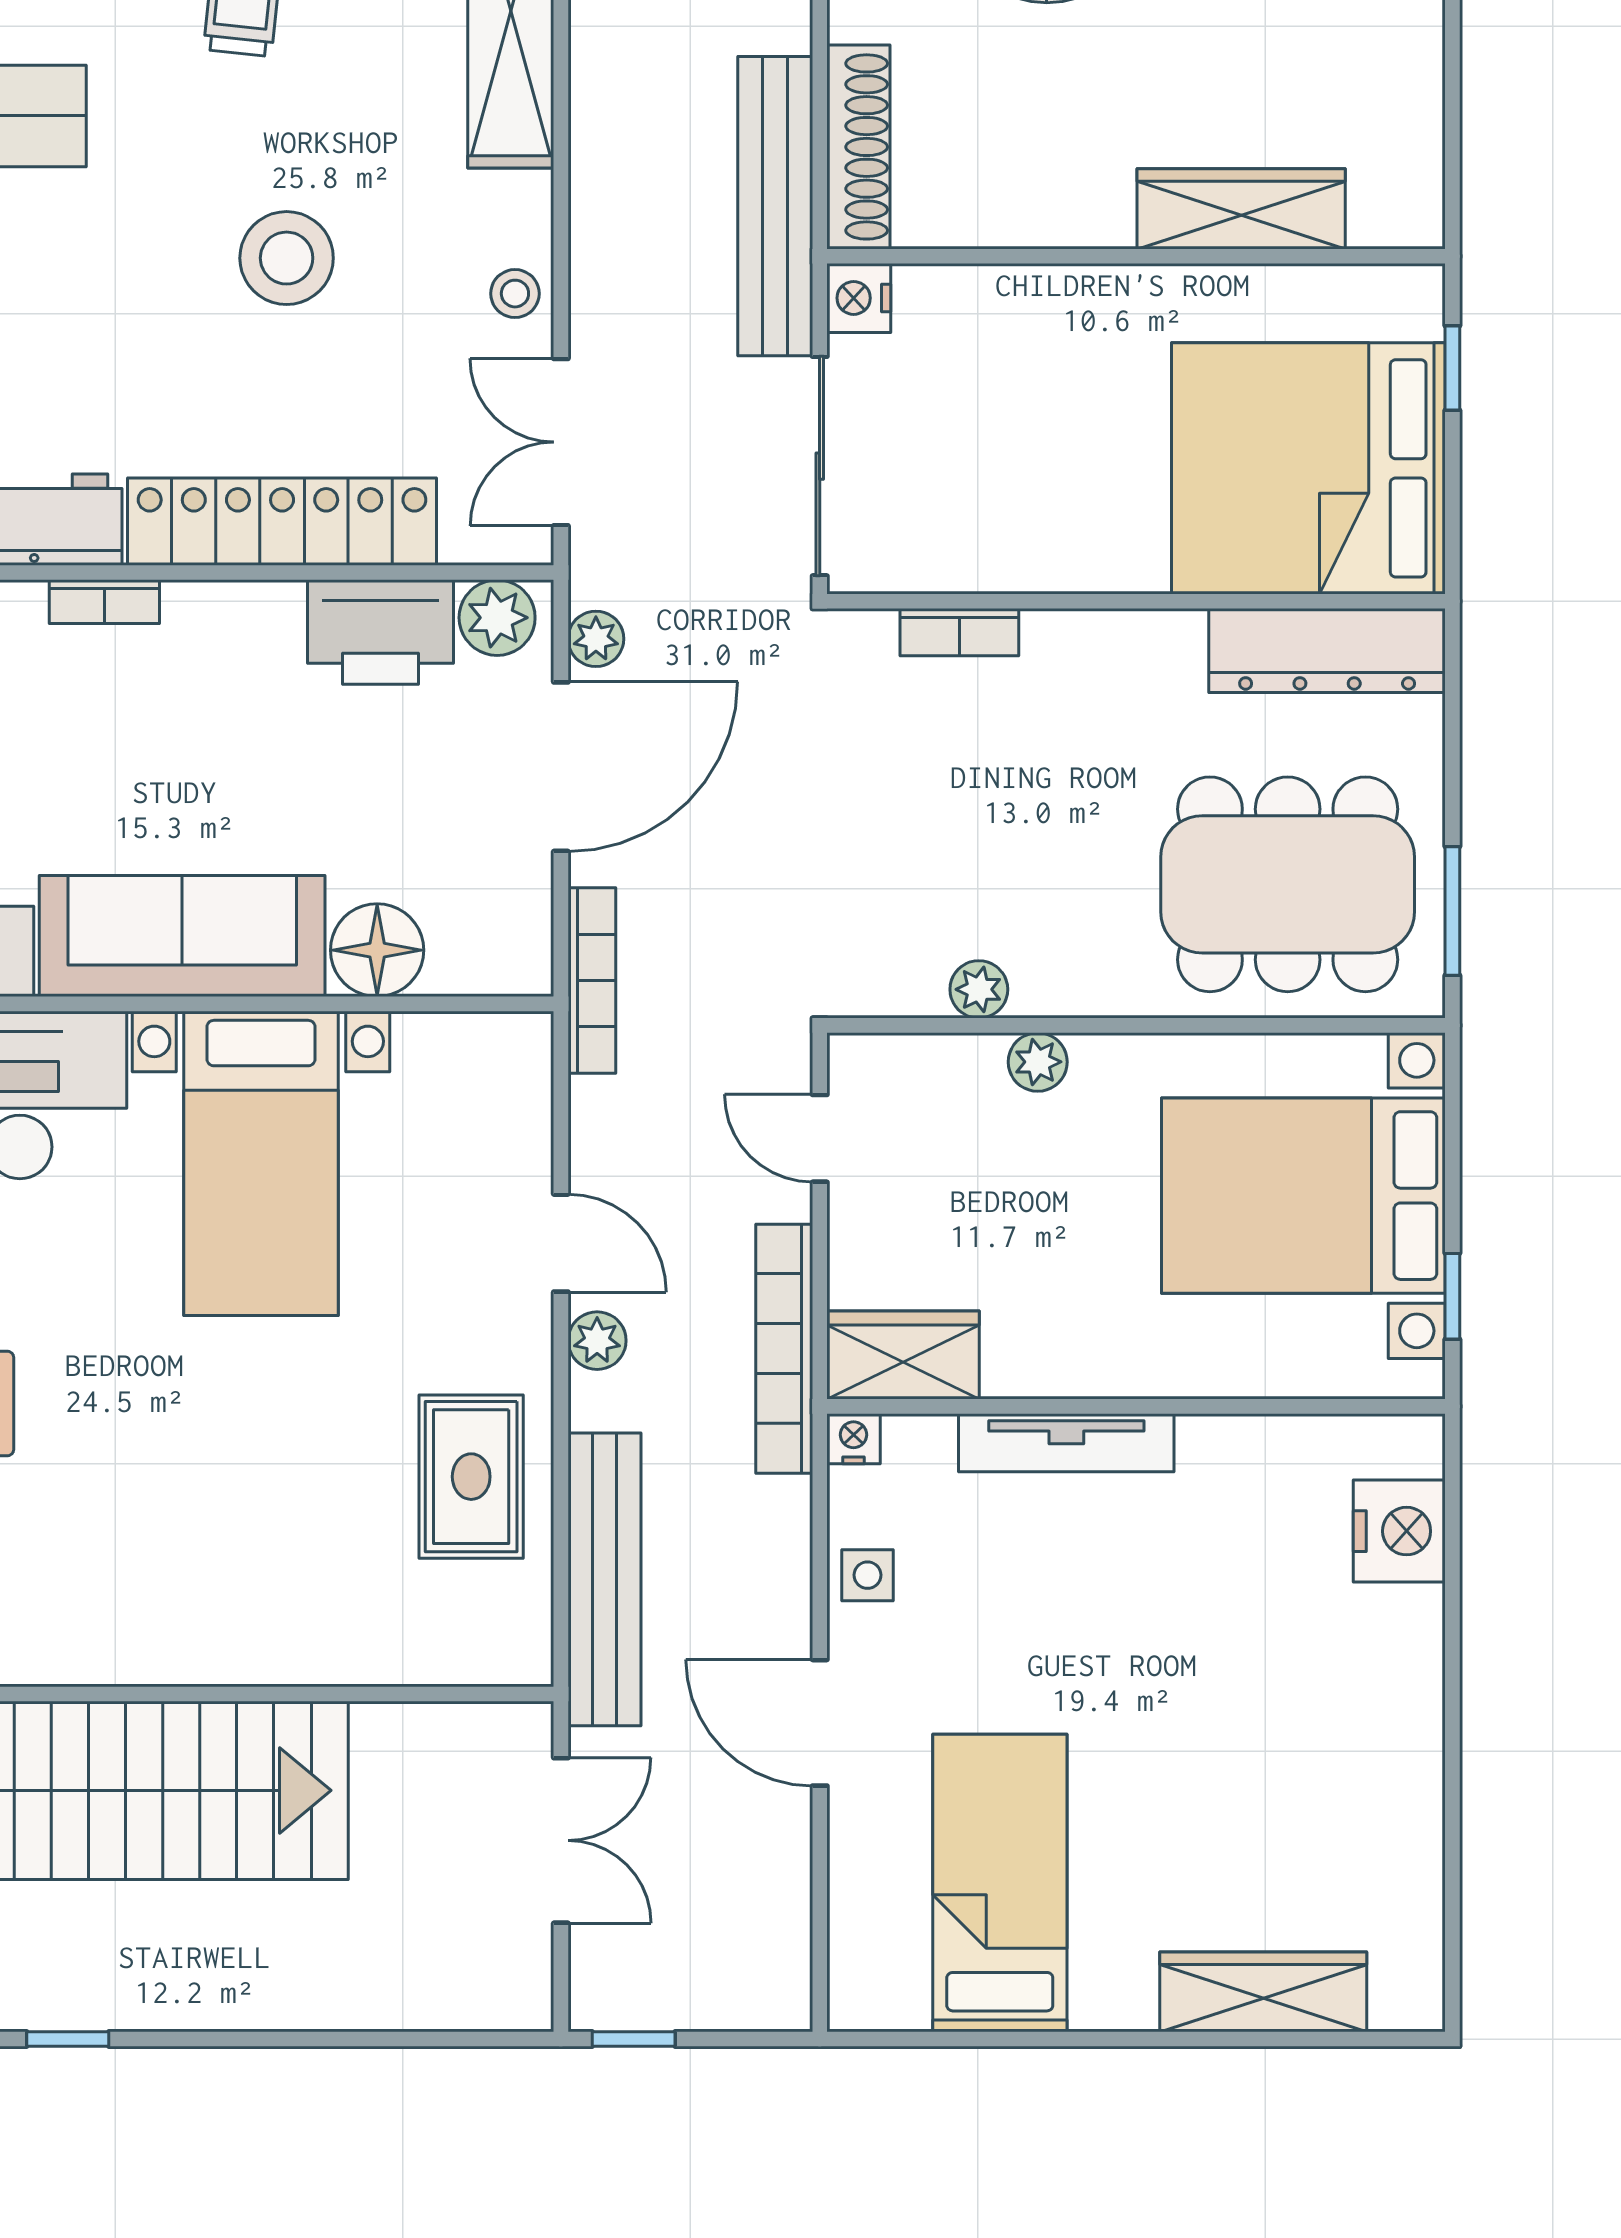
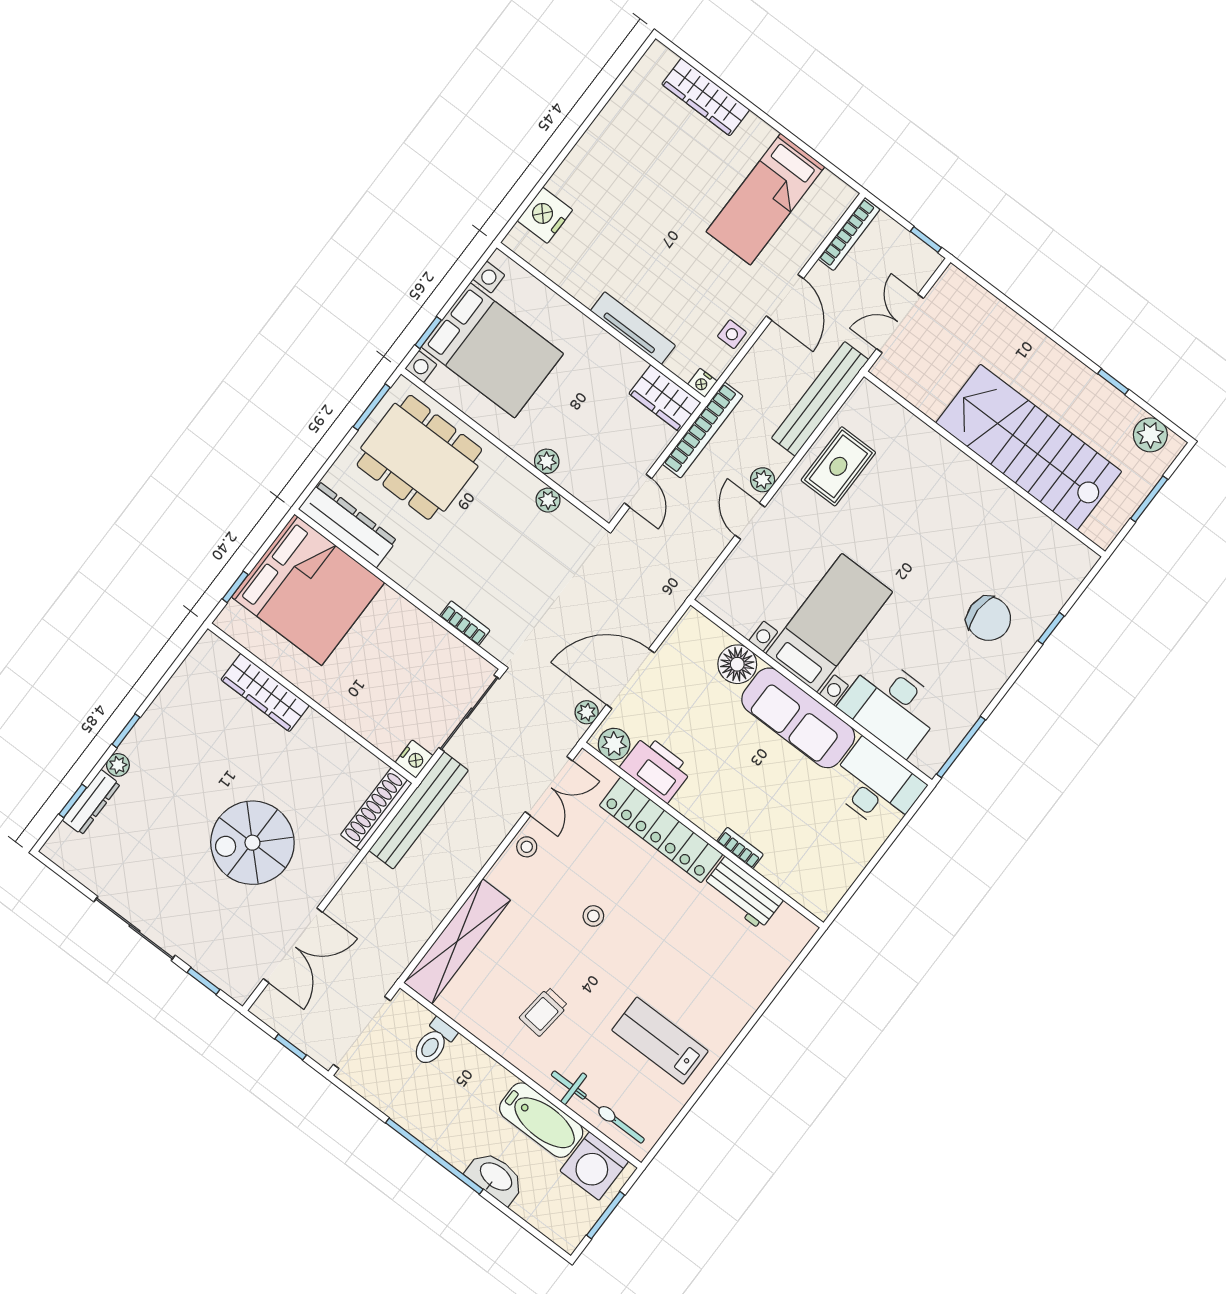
stool: (287, 258) -> (593, 916), width x0.53, depth x0.53
bookcase: (592, 980) -> (849, 234), moved, turned 180
window: (1452, 1296) -> (428, 333), moved

